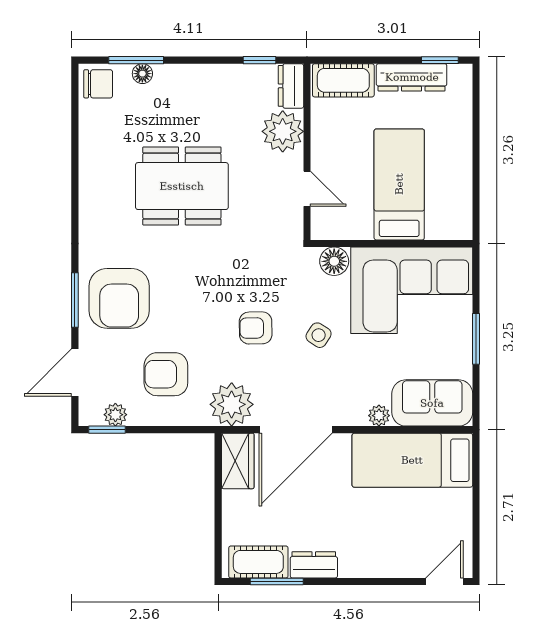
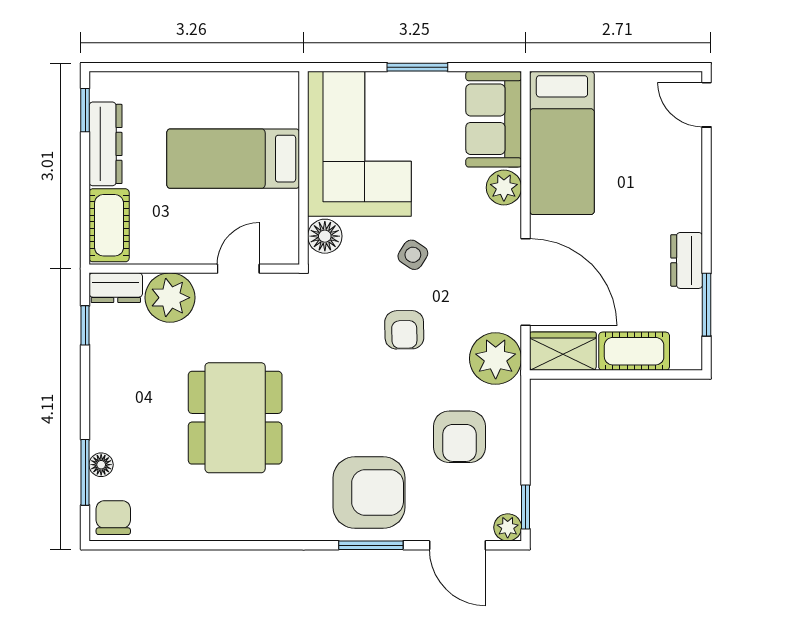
plant: (115, 415) -> (508, 527), moved
plant: (379, 416) -> (504, 188), width x1.38, depth x1.38
cot: (258, 562) -> (634, 351), moved, turned 90

